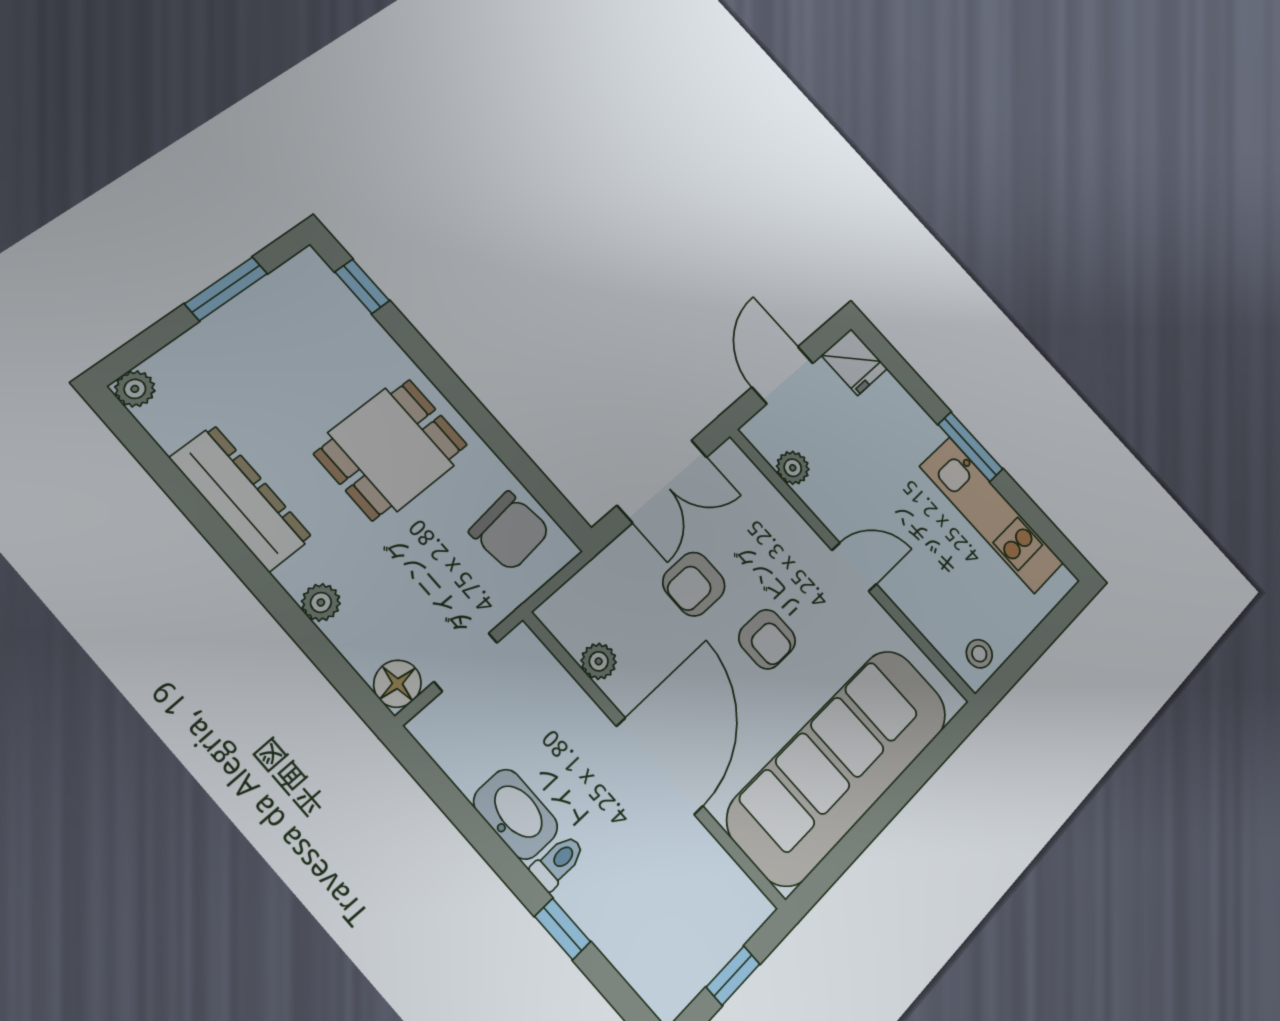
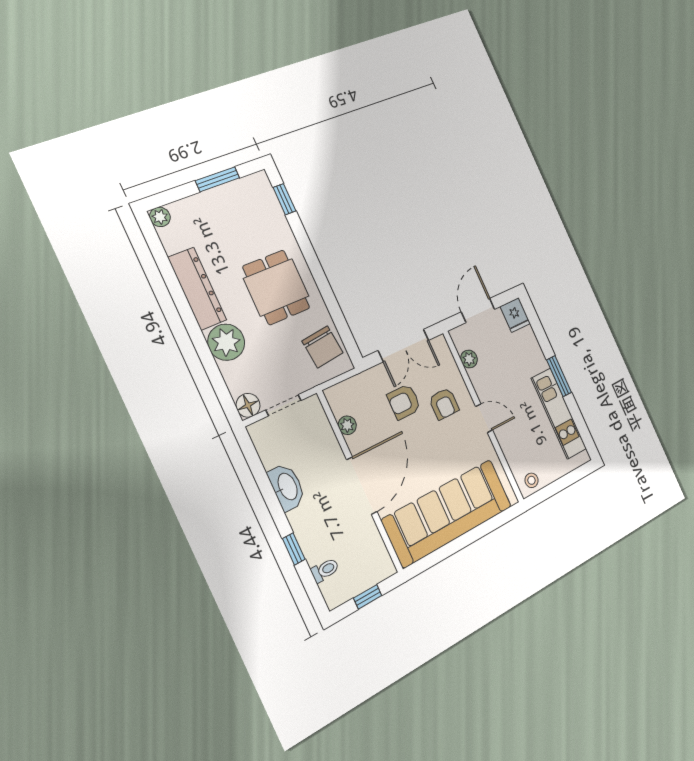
dining table: (391, 449) -> (276, 287), turned 90
plant: (321, 602) -> (226, 342), width x1.88, depth x1.88
armchair: (767, 639) -> (444, 404), moved
toilet: (558, 862) -> (325, 570), moved

